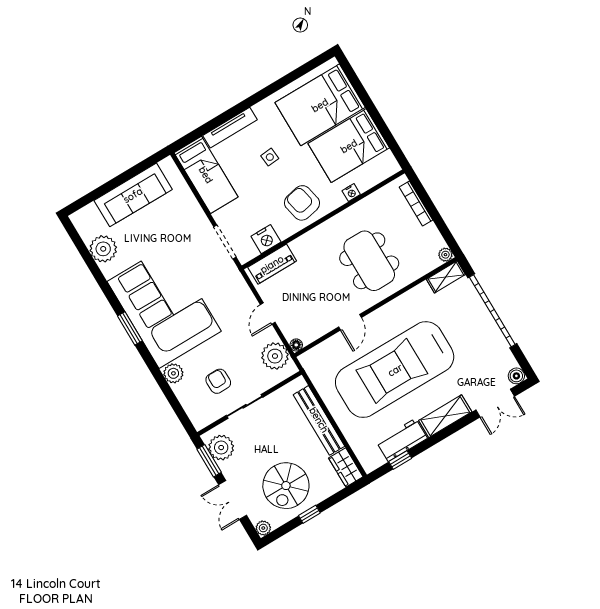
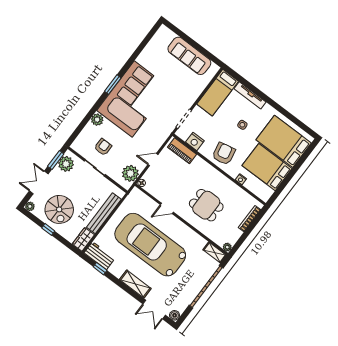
plant: (103, 249) -> (152, 51), removed
dining table: (369, 261) -> (206, 205), width x0.73
workbench: (402, 440) -> (100, 256), moved
spiral stairs: (286, 486) -> (59, 209), turned -90

